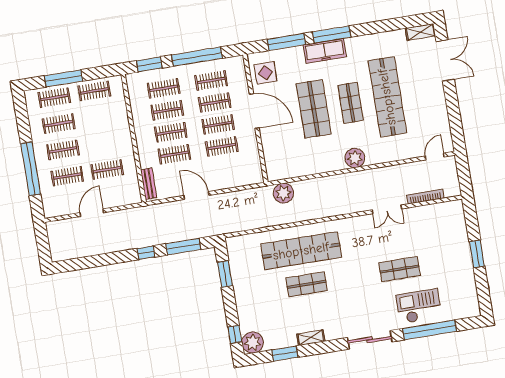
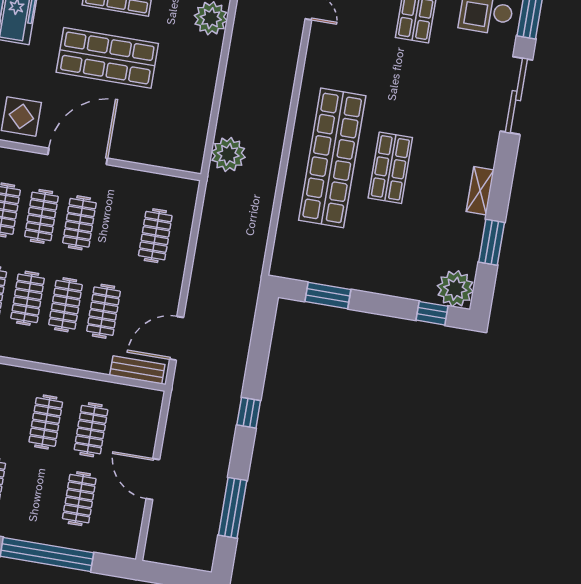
clothes rail: (222, 146) -> (155, 236), moved
clothes rail: (63, 150) -> (46, 422), moved
door: (196, 196) -> (177, 338), moved
window: (183, 247) -> (233, 508), moved

